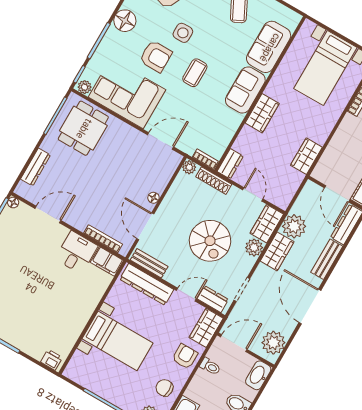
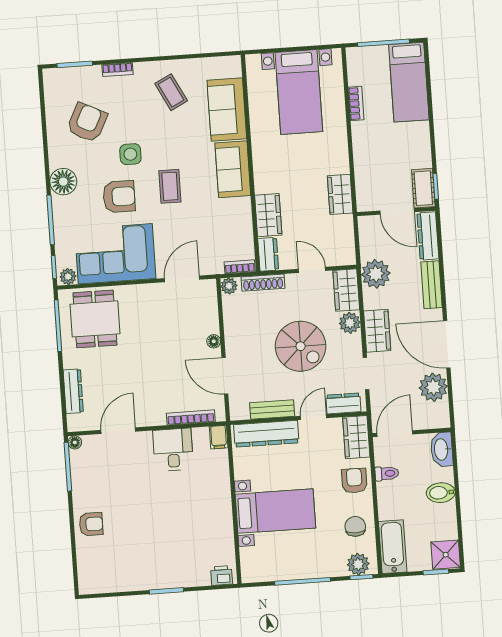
wardrobe: (262, 113) -> (268, 215), moved
wardrobe: (277, 251) -> (377, 331), moved
filing cabinet: (107, 261) -> (219, 437), width x0.50
bench: (149, 263) -> (272, 410), moved
plant: (273, 343) -> (433, 387), moved
chair: (164, 388) -> (355, 526), turned 90

